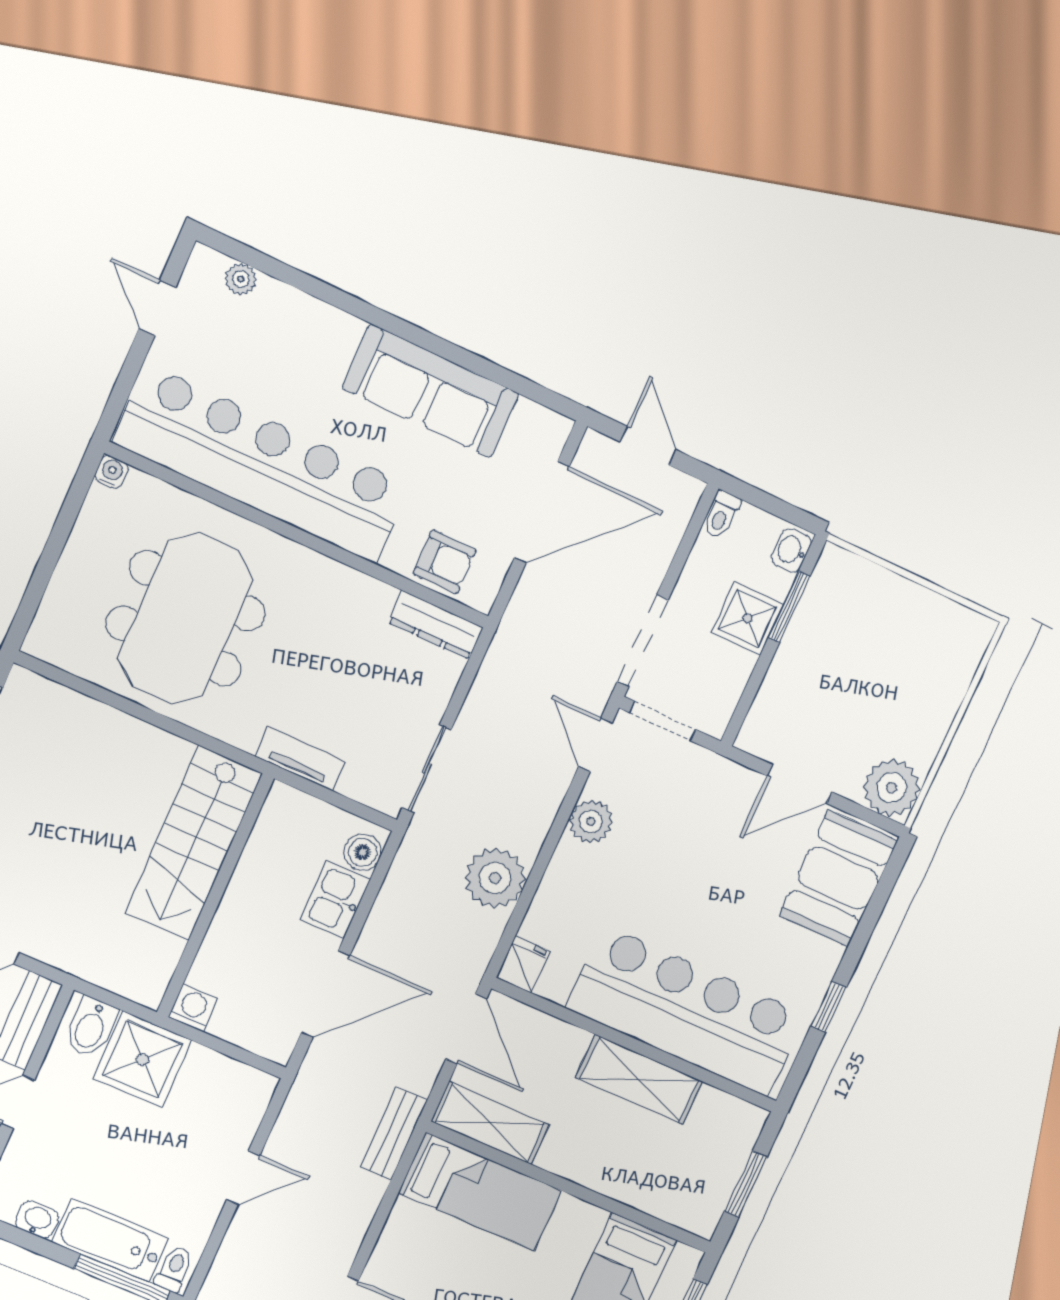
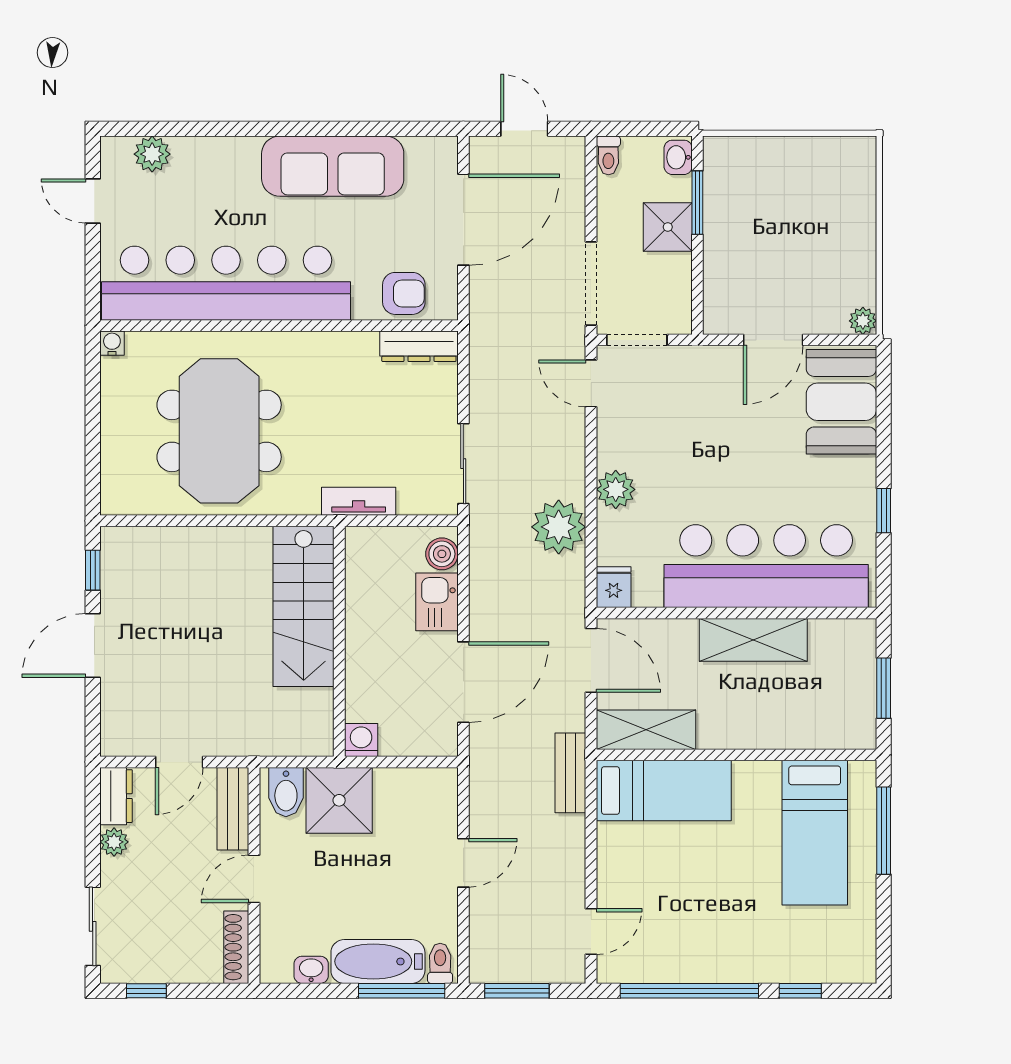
plant: (241, 279) -> (152, 154), width x1.38, depth x1.38
plant: (892, 788) -> (863, 321), width x0.53, depth x0.53
plant: (591, 822) -> (616, 489), moved

